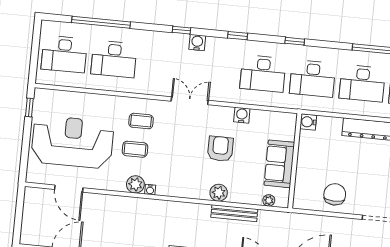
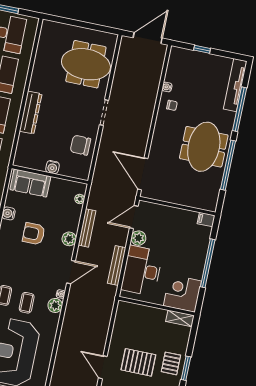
water cooler: (308, 122) -> (52, 167), moved
sofa: (279, 164) -> (30, 183), moved
door: (69, 189) -> (71, 272), moved

